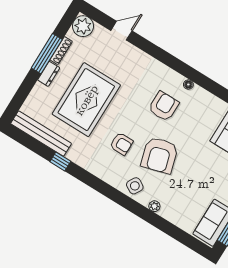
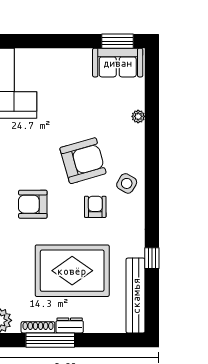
armchair: (164, 106) -> (33, 204), moved
side table: (135, 186) -> (127, 183), moved
plant: (154, 206) -> (138, 116), moved

